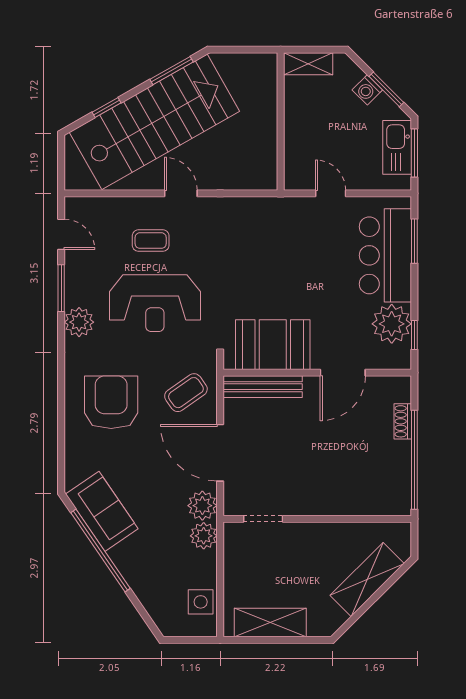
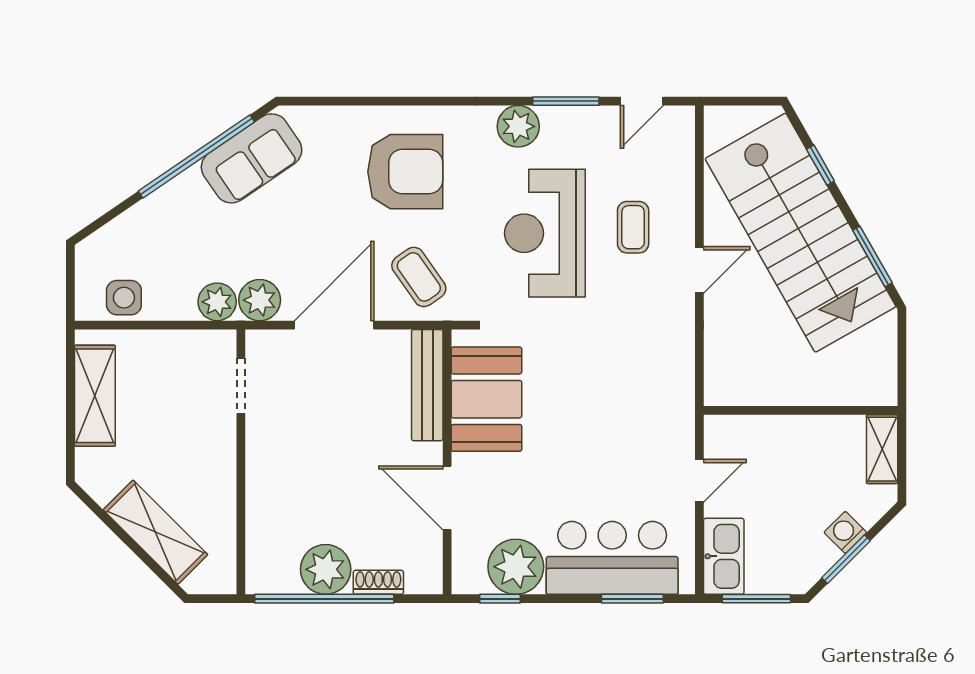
kitchen sink: (397, 147) -> (724, 556), moved, turned 90
plant: (394, 459) -> (326, 569), added

